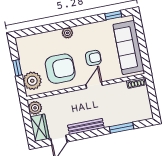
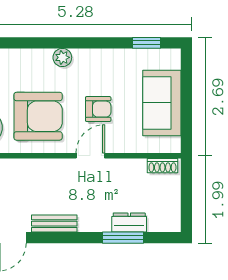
sofa: (129, 47) -> (162, 103), width x0.73
dresser: (123, 119) -> (129, 223), added
bench: (86, 127) -> (54, 224), width x0.73

